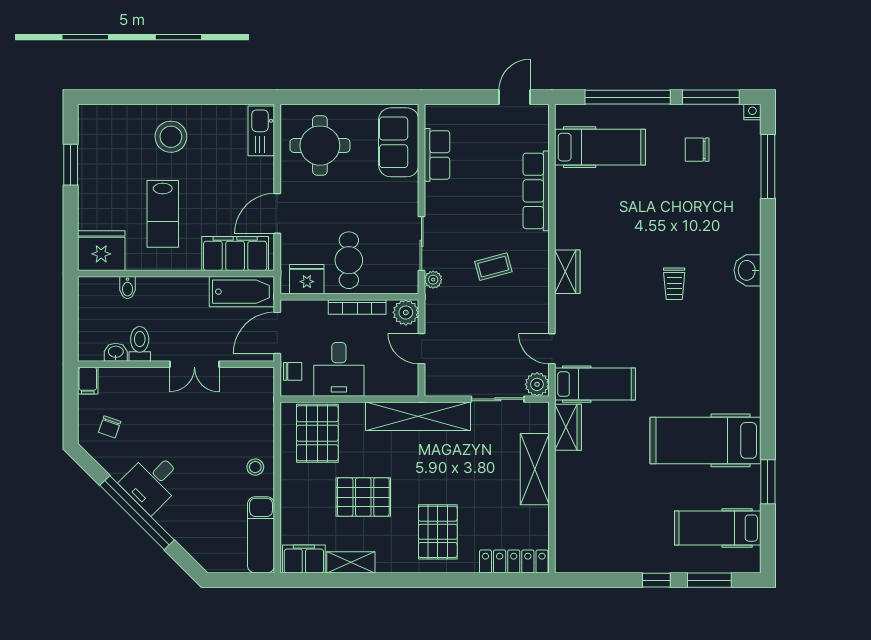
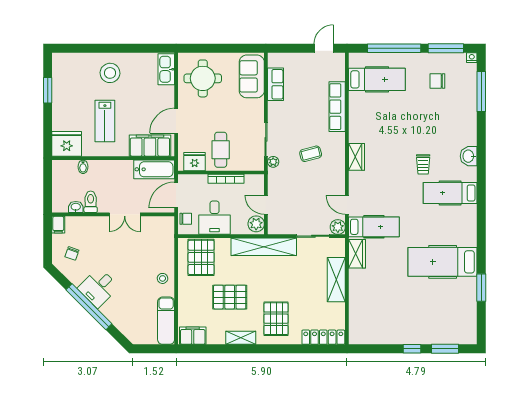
plant: (406, 312) -> (256, 224), moved
hospital bed: (718, 528) -> (450, 193), moved
shelving: (351, 562) -> (241, 338), moved

